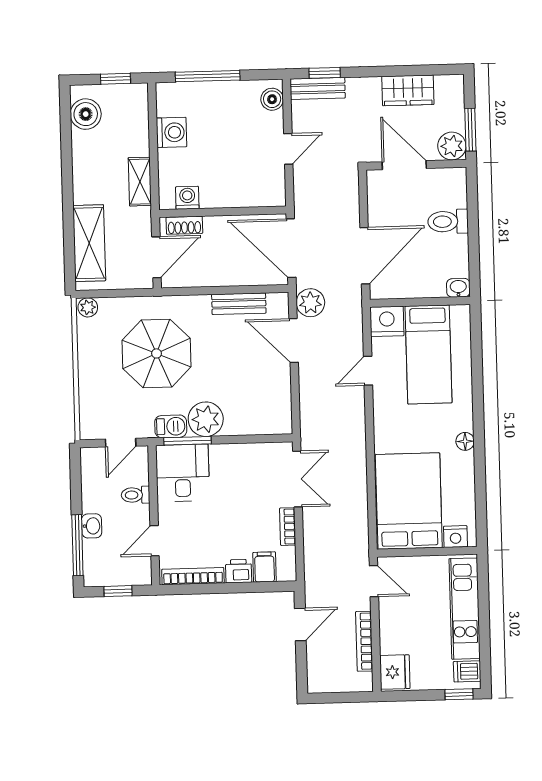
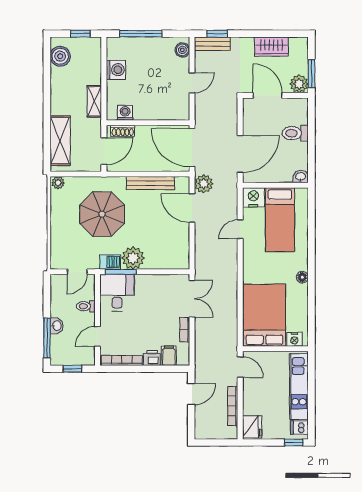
bench: (239, 304) -> (150, 183), width x1.36

